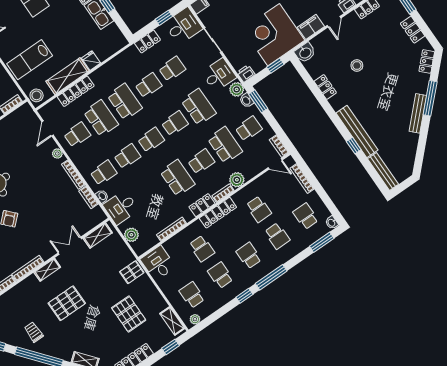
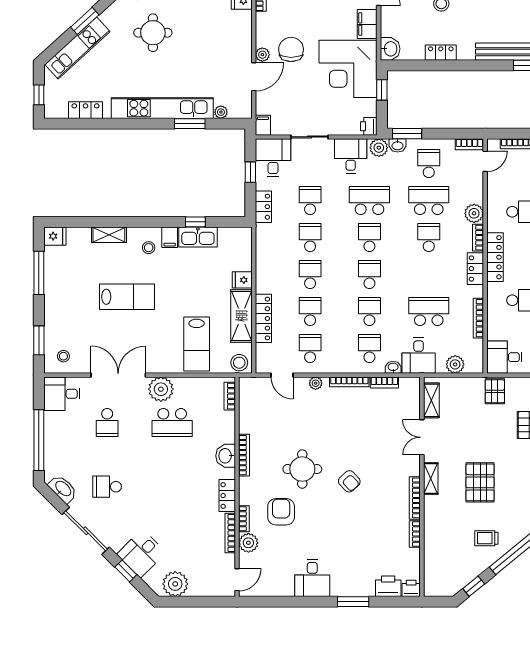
school desk: (125, 102) -> (310, 275), width x0.54
school desk: (101, 118) -> (310, 312), width x0.54
school desk: (177, 178) -> (429, 312), moved

